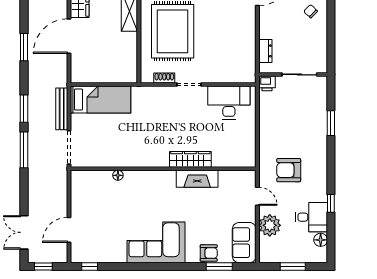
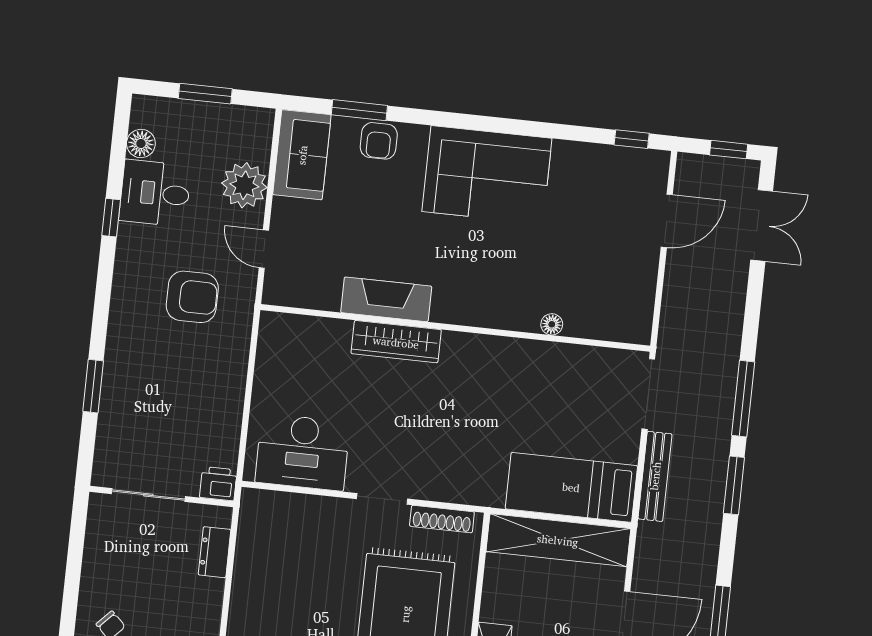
shelving: (104, 74) -> (558, 540), added
shoe rack: (164, 78) -> (442, 519), width x1.43
armchair: (209, 253) -> (379, 141), turned -90

